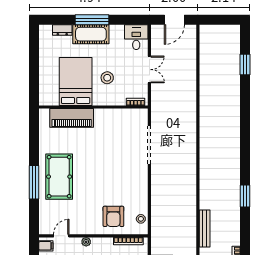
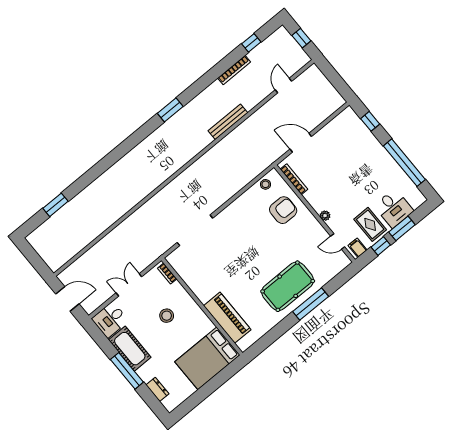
cot: (91, 34) -> (130, 349), moved
bed: (76, 81) -> (207, 358), moved

